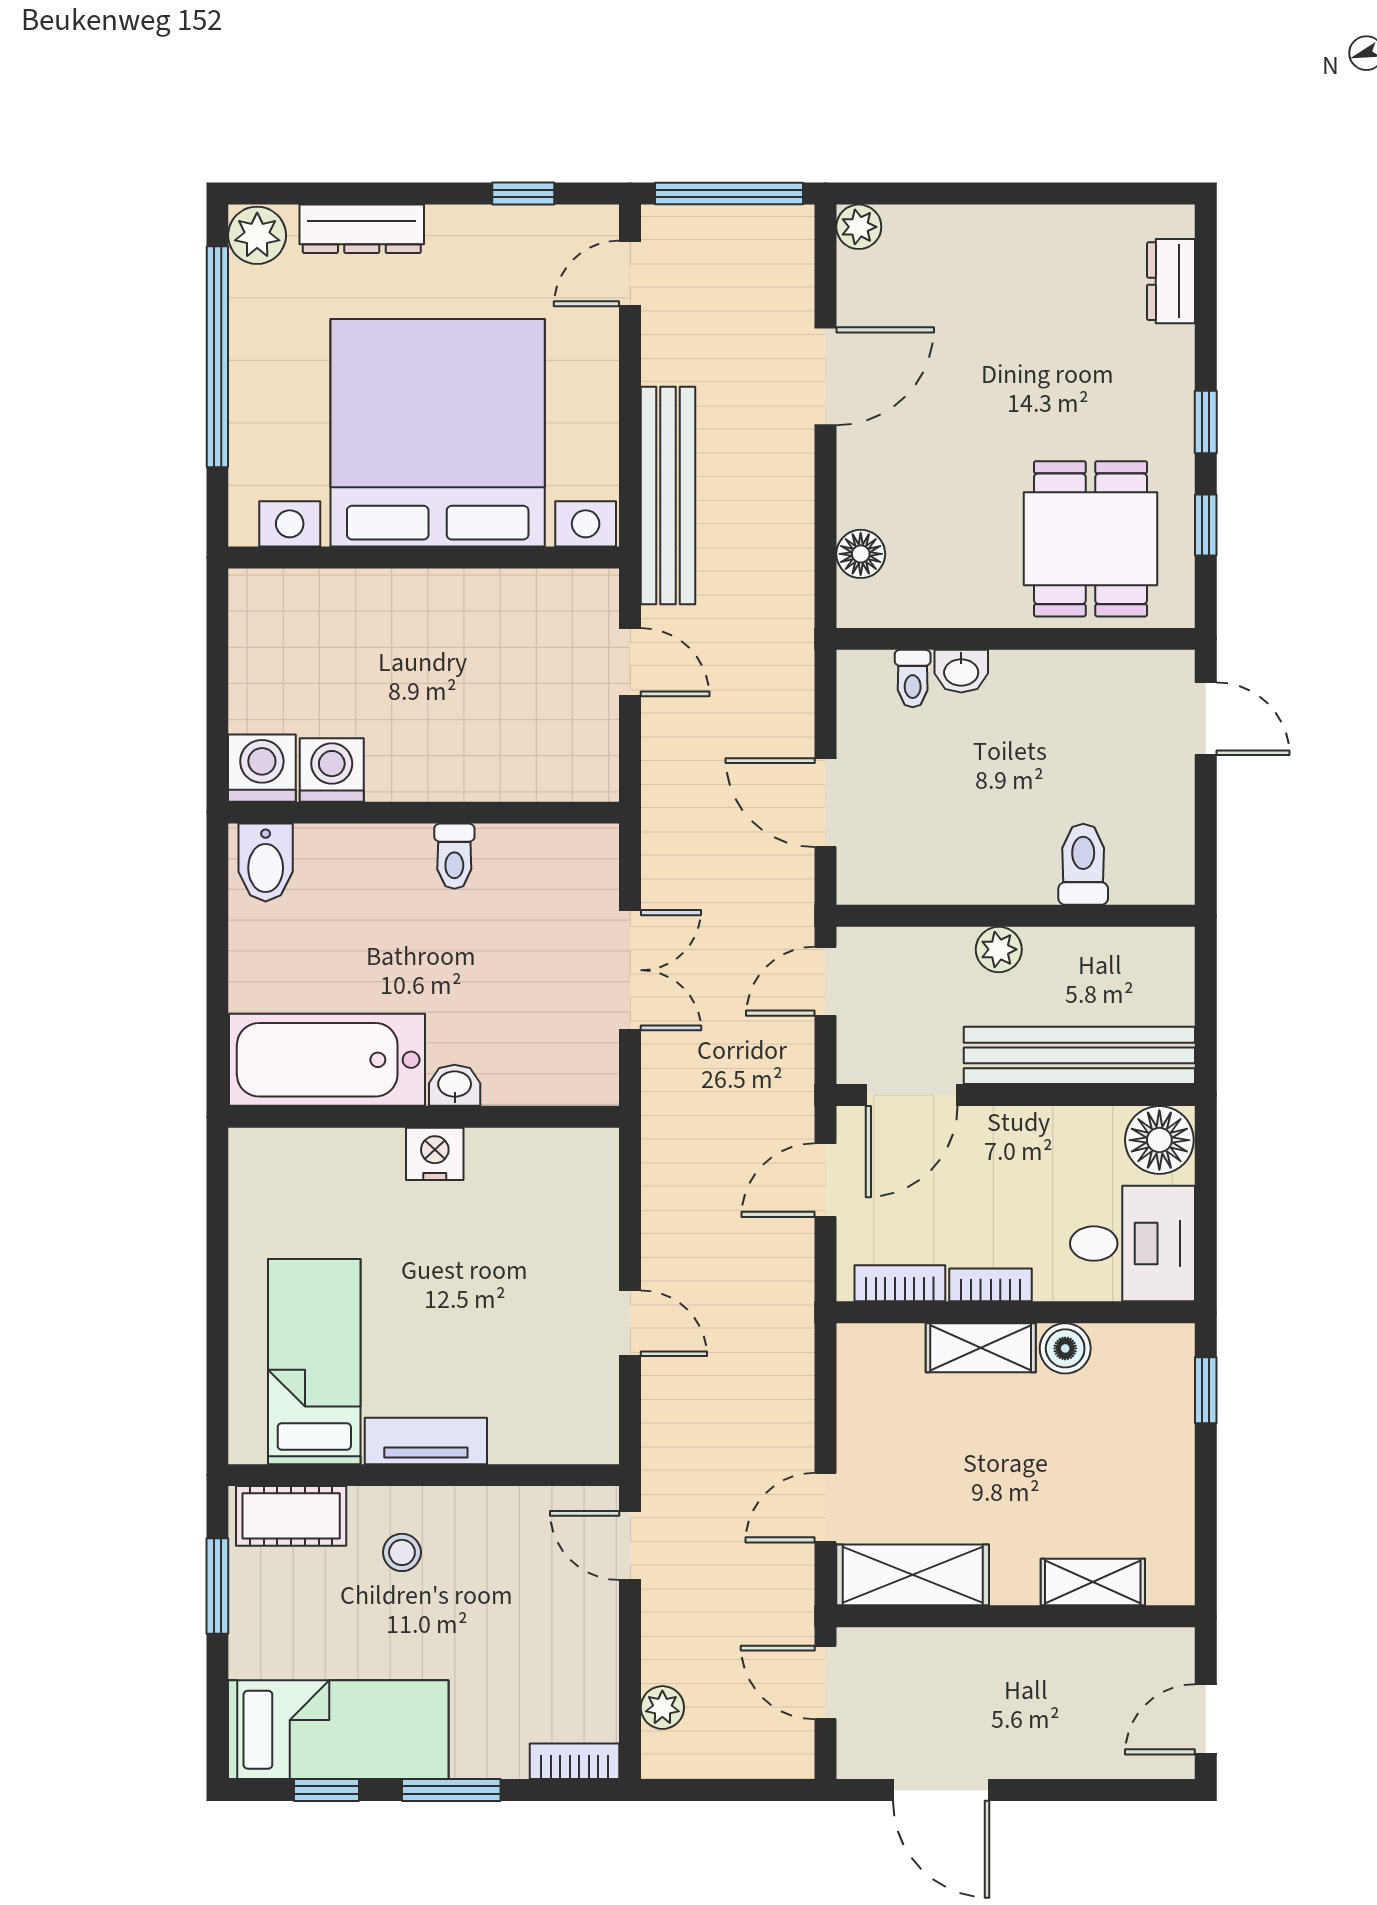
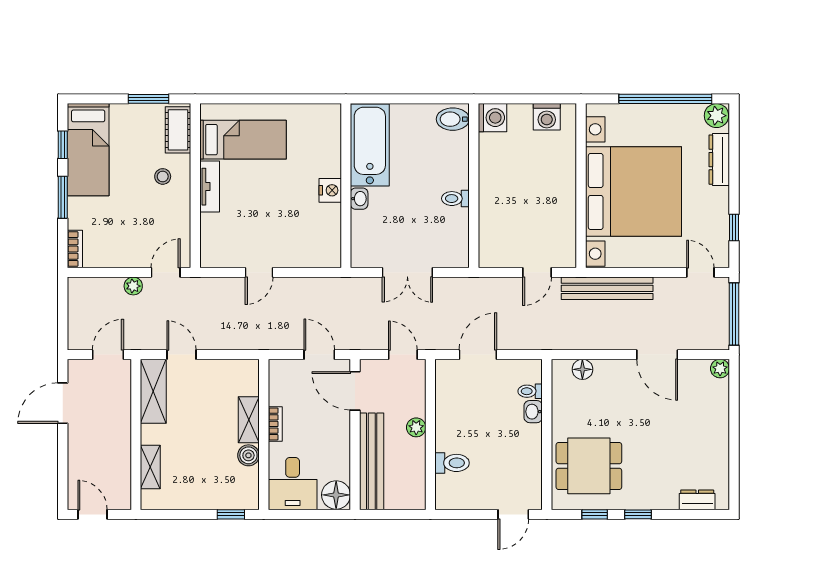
washing machine: (332, 770) -> (547, 117), moved, turned 90
bookcase: (900, 1283) -> (276, 386), removed
plant: (662, 1708) -> (133, 286), moved

